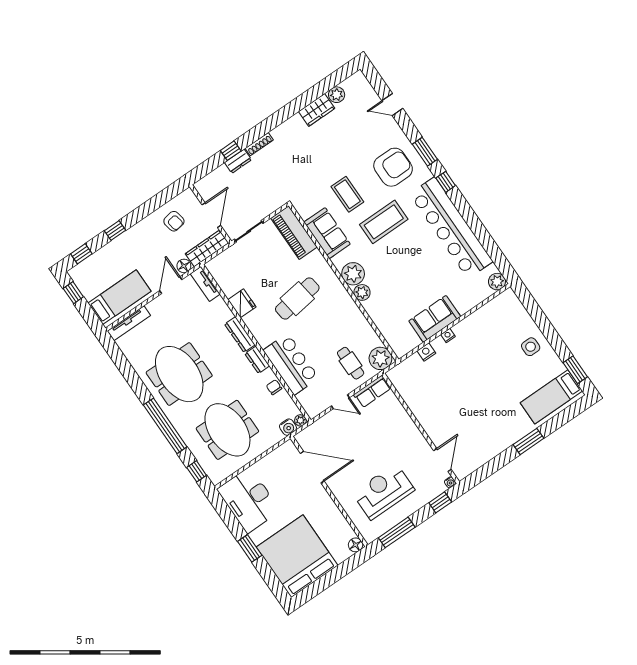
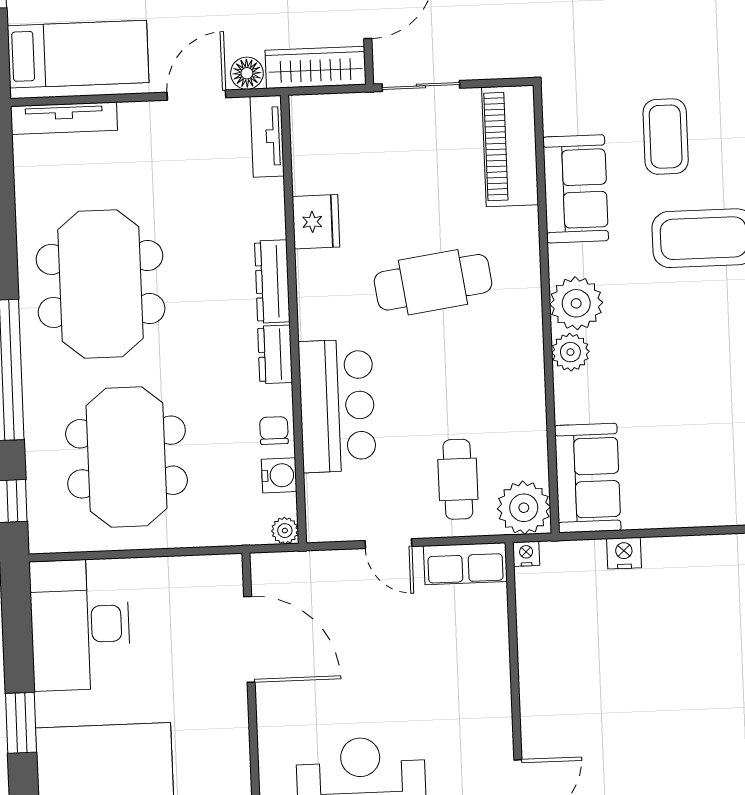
sofa: (435, 319) -> (588, 478), moved, turned 90
nightstand: (448, 335) -> (526, 554), moved
water cooler: (288, 427) -> (279, 475), moved, turned -90

